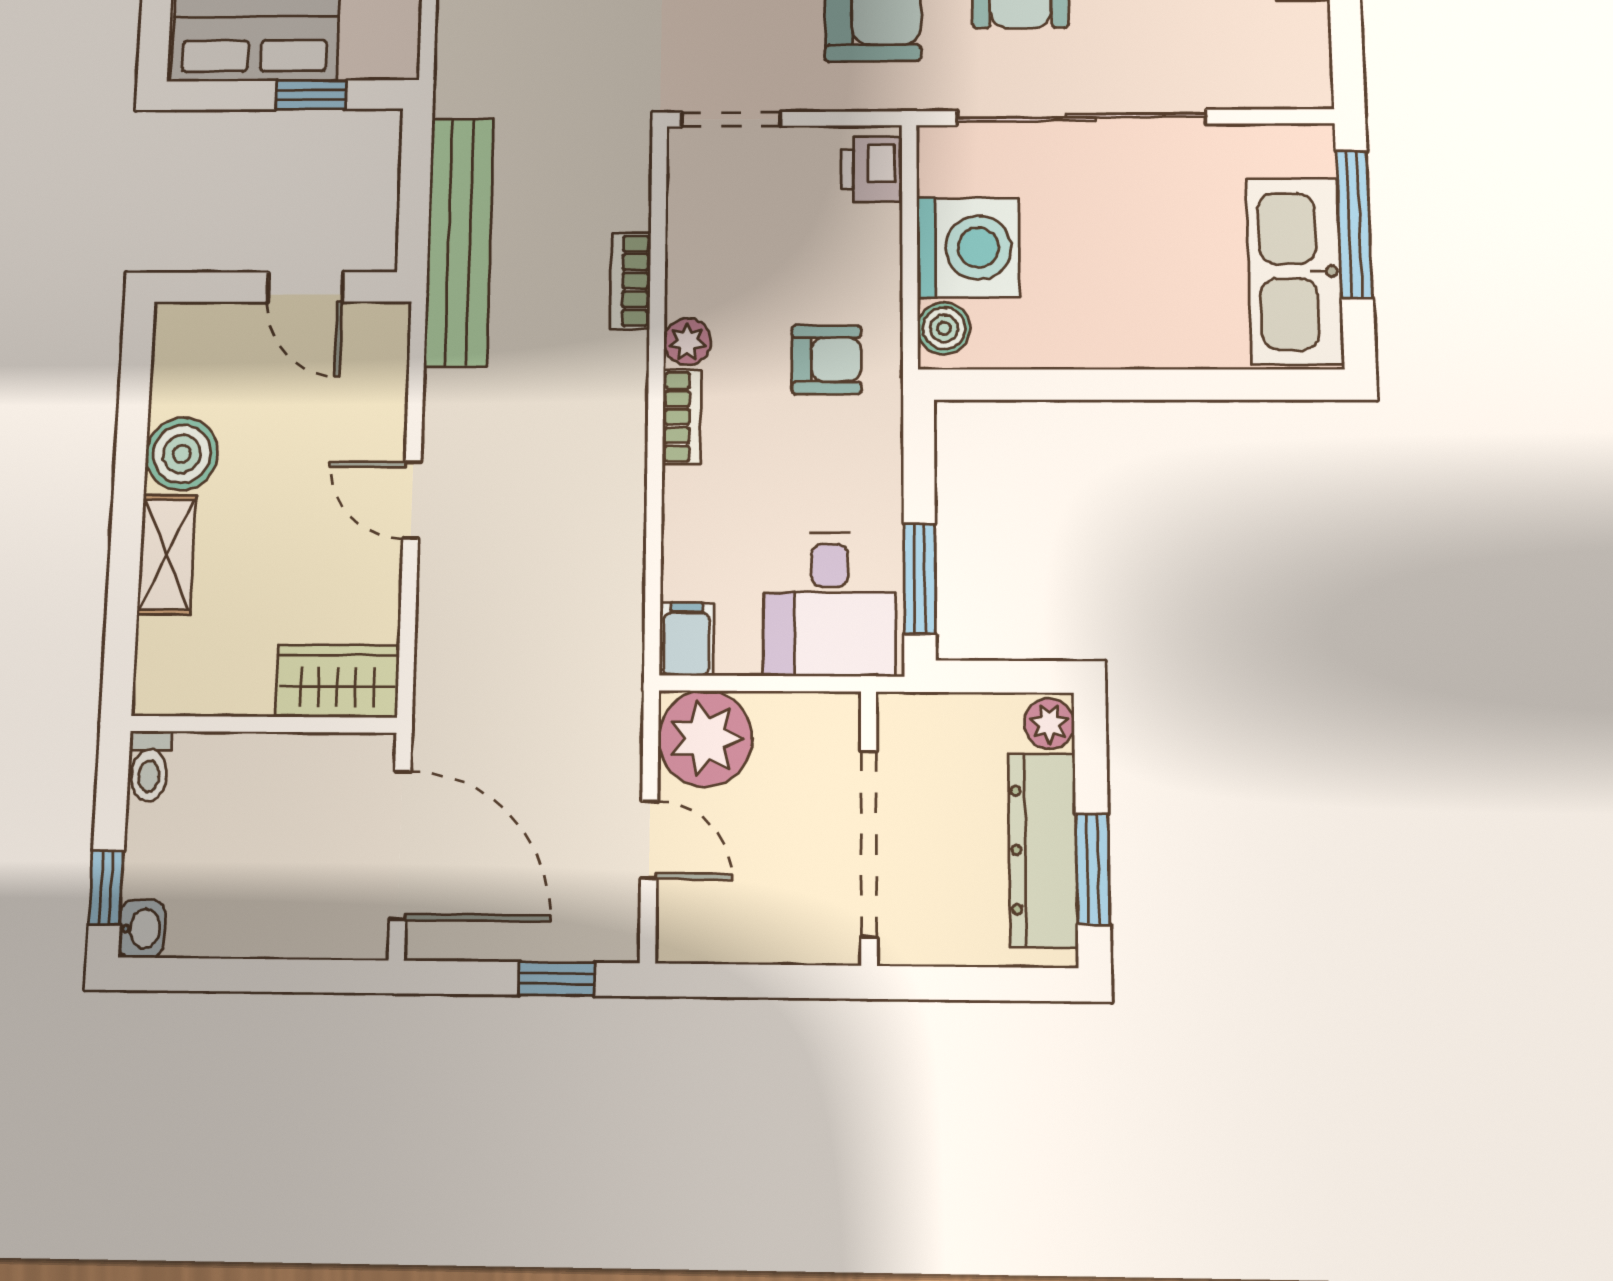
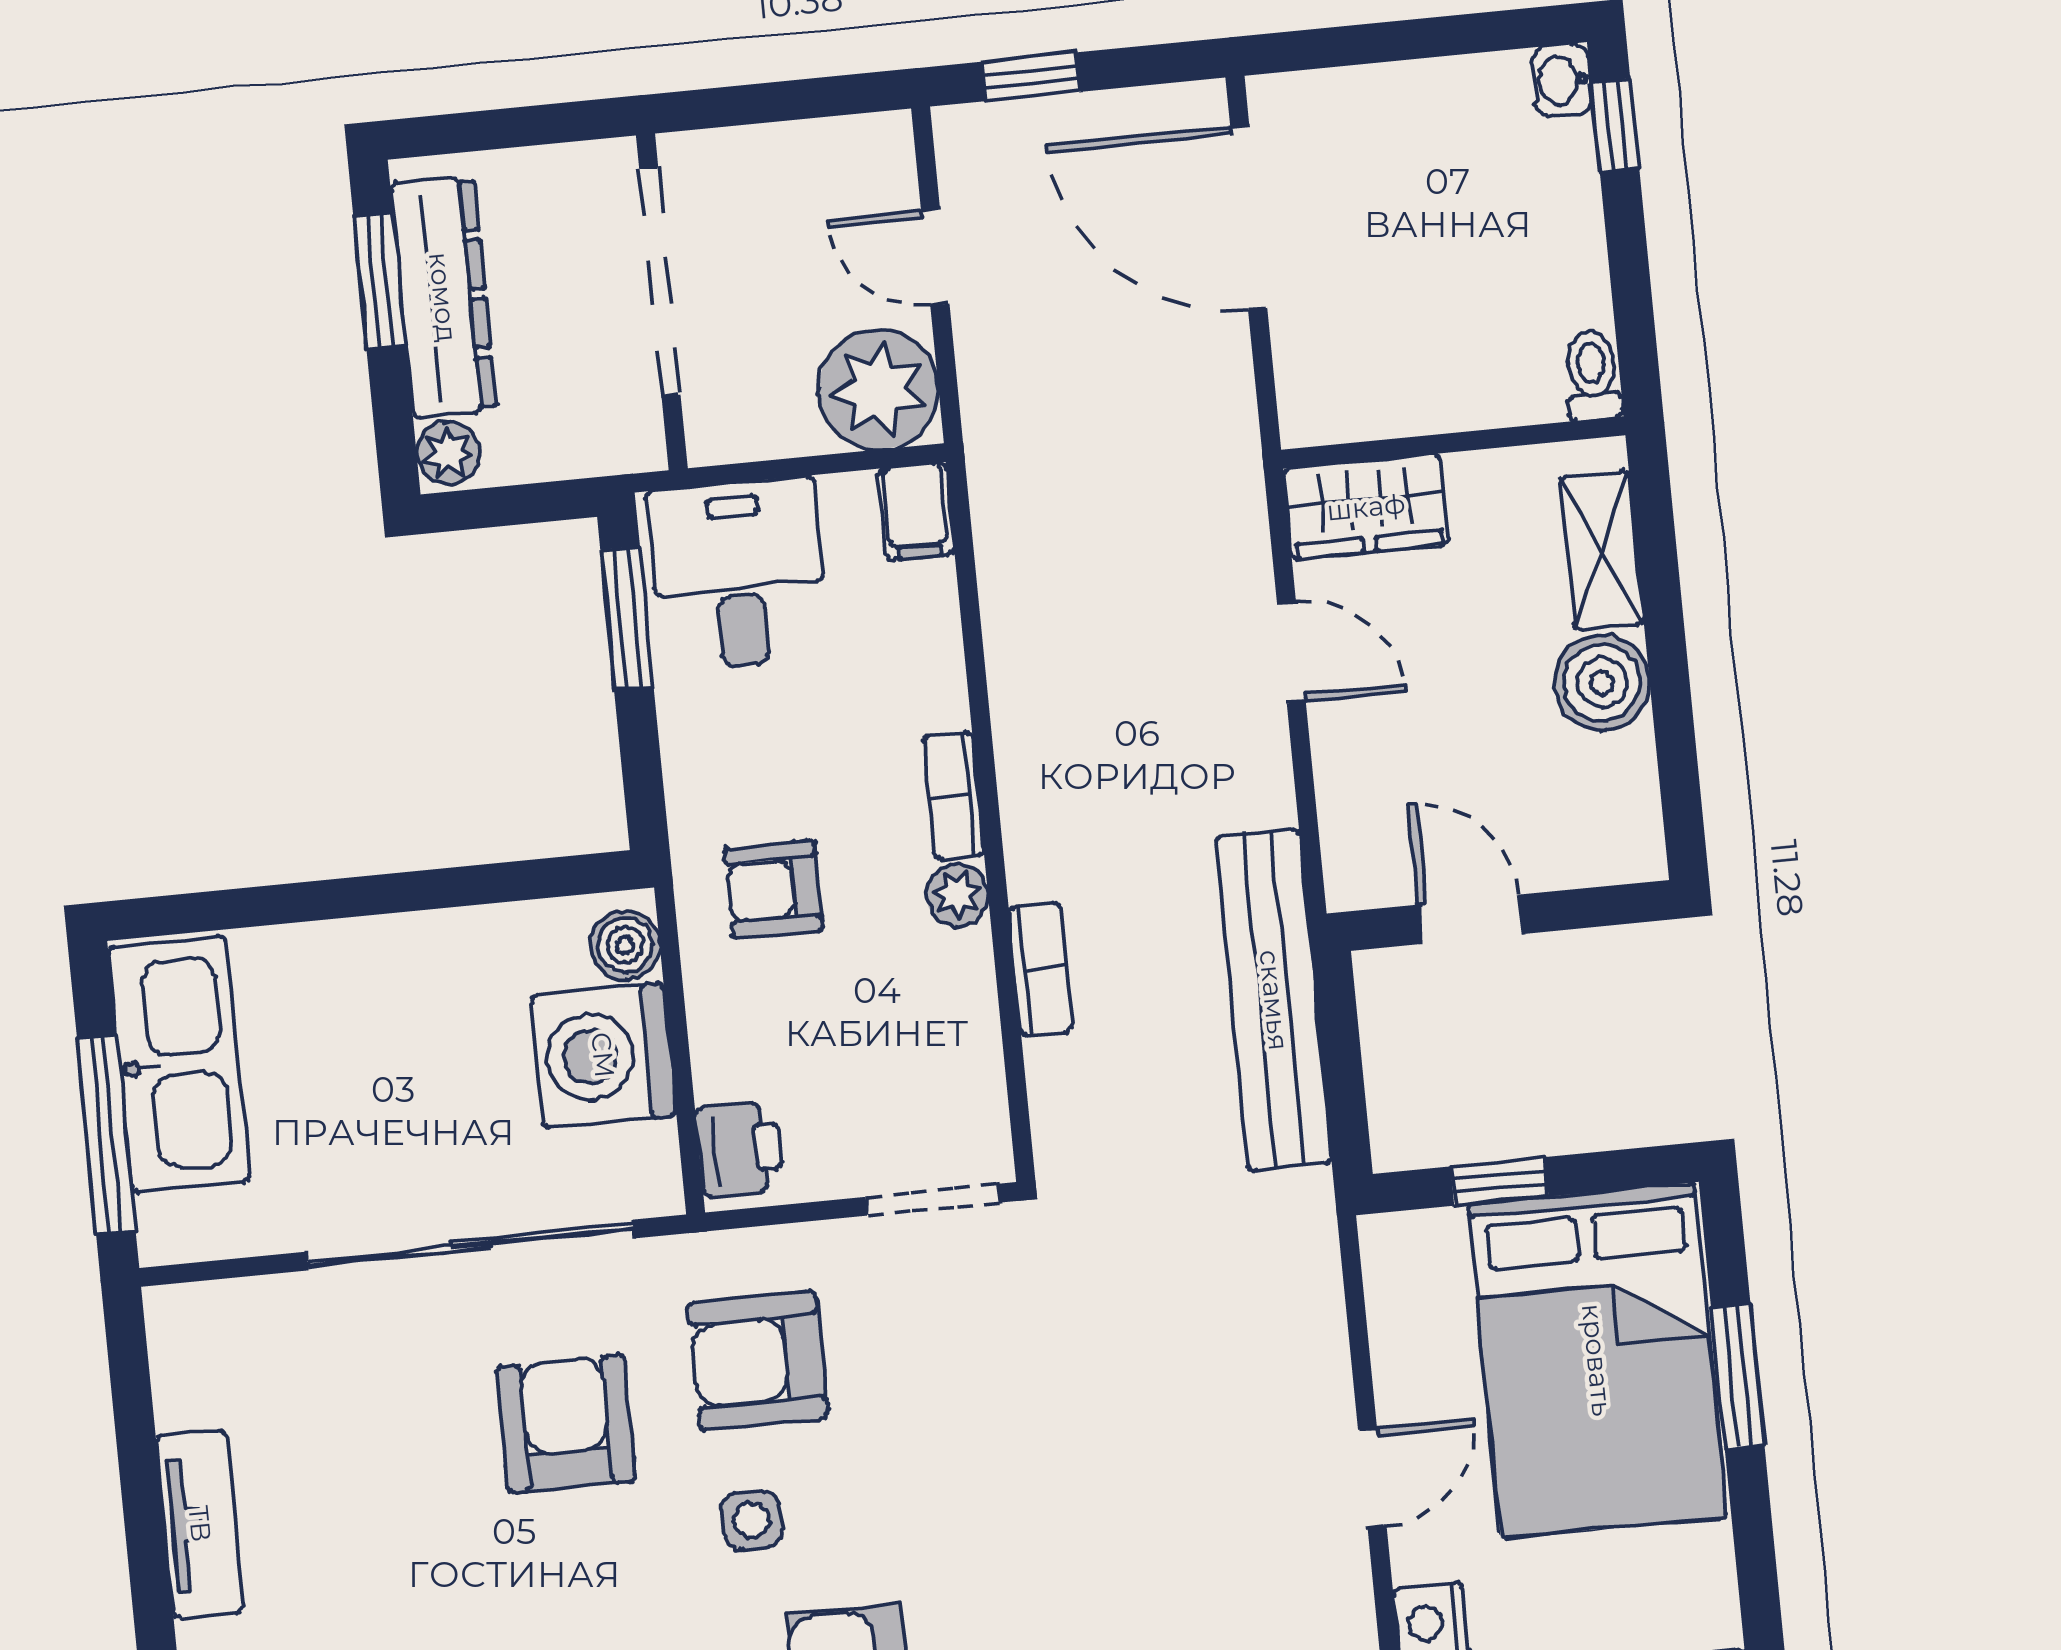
wardrobe: (337, 681) -> (1366, 507), moved
wall: (263, 724) -> (1453, 442), moved
toilet: (149, 766) -> (1592, 375), moved

